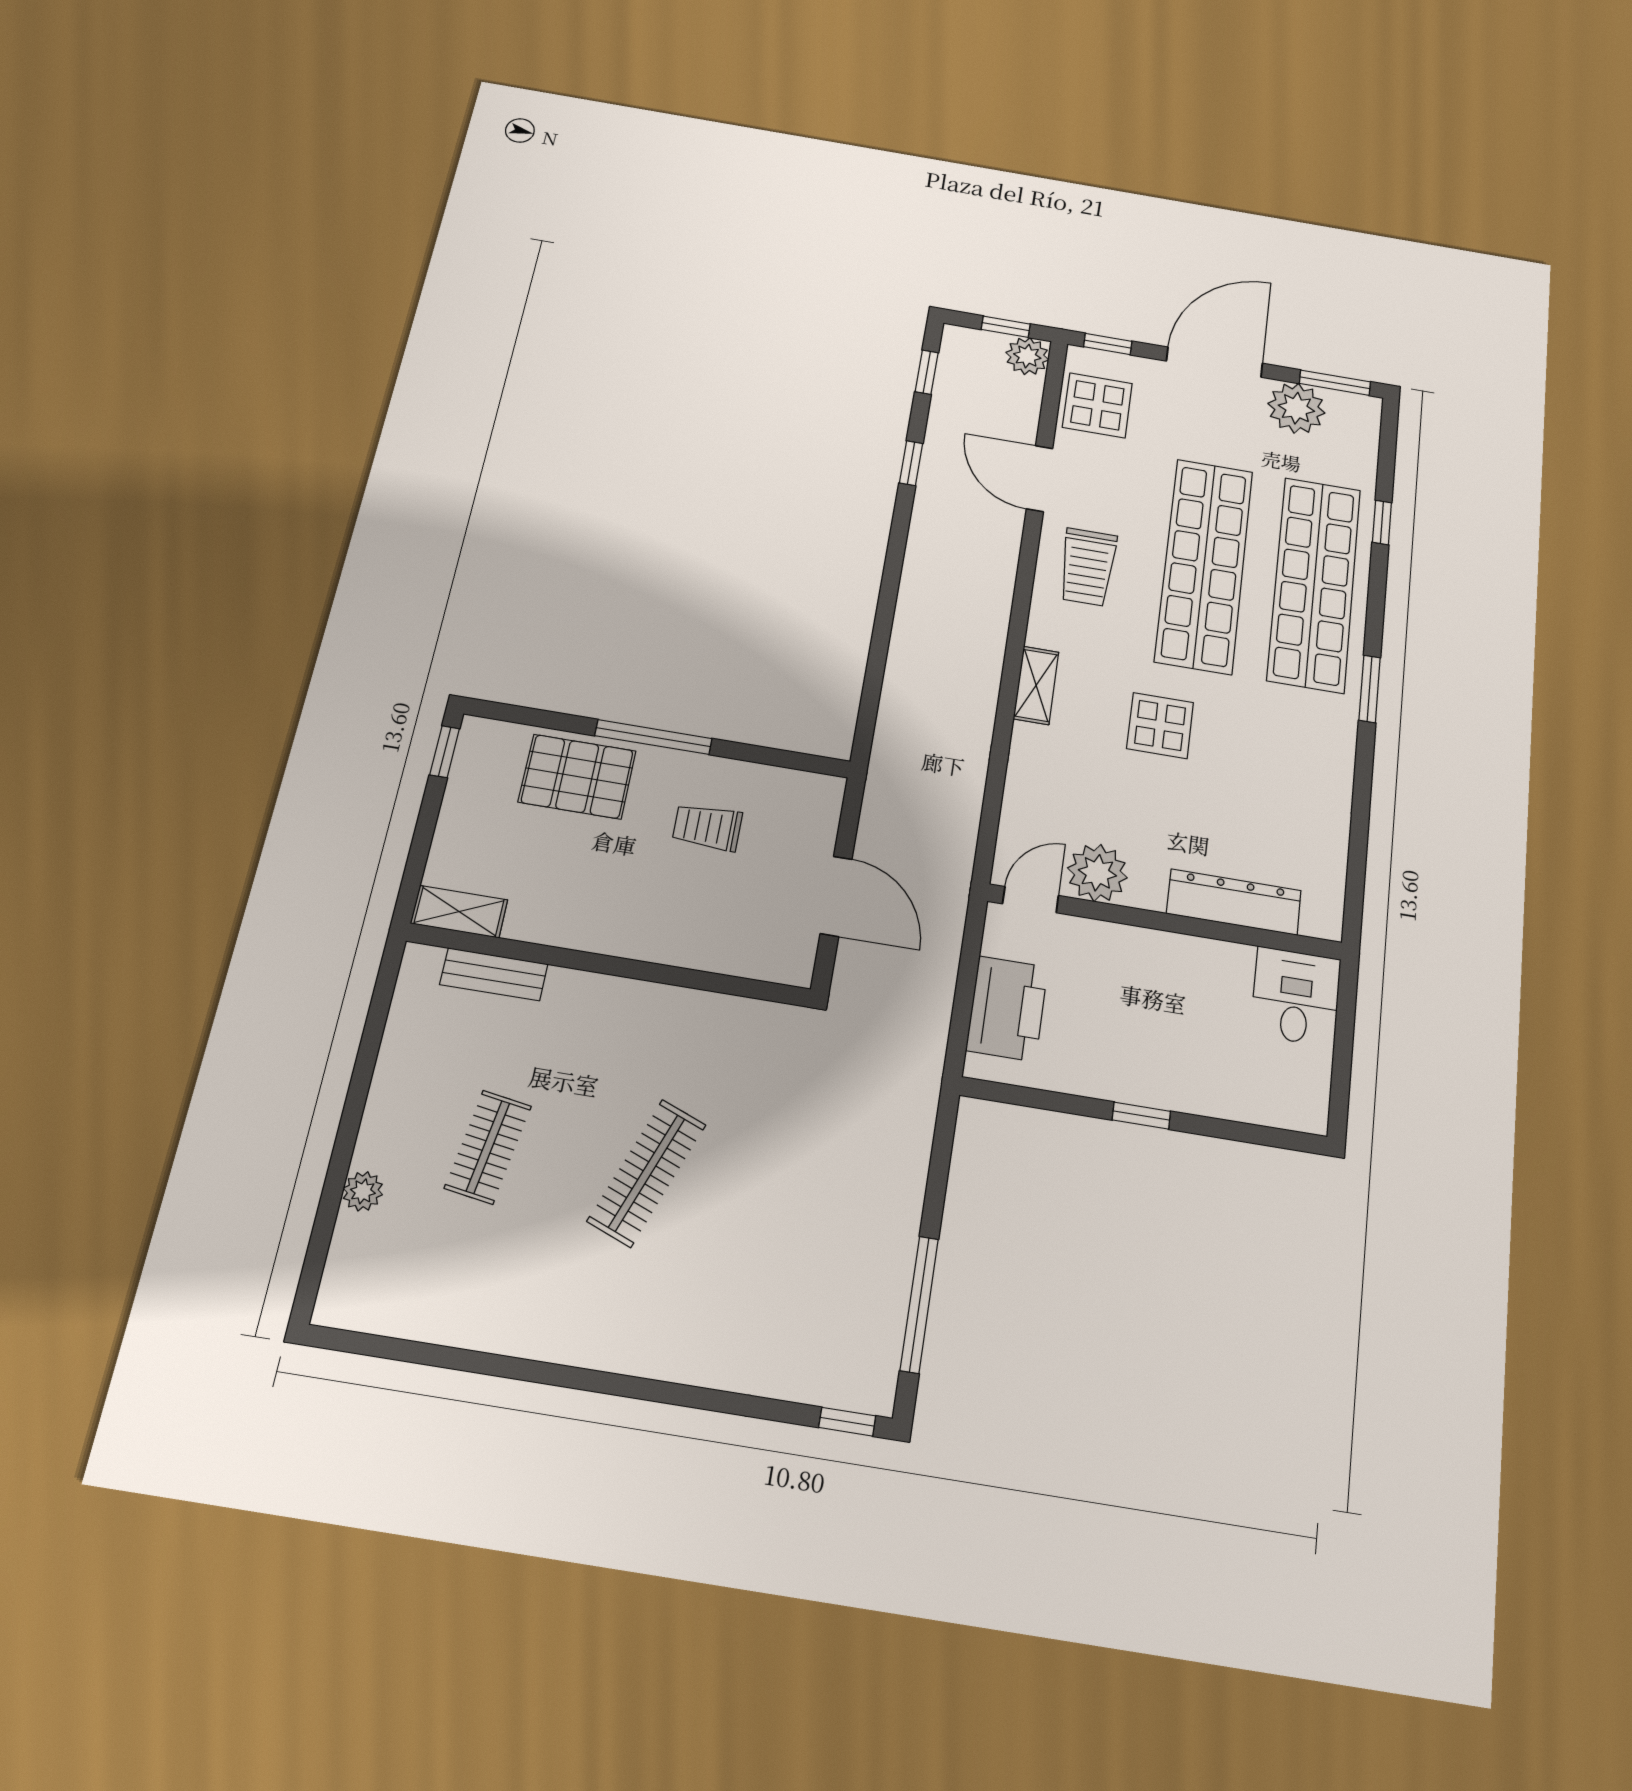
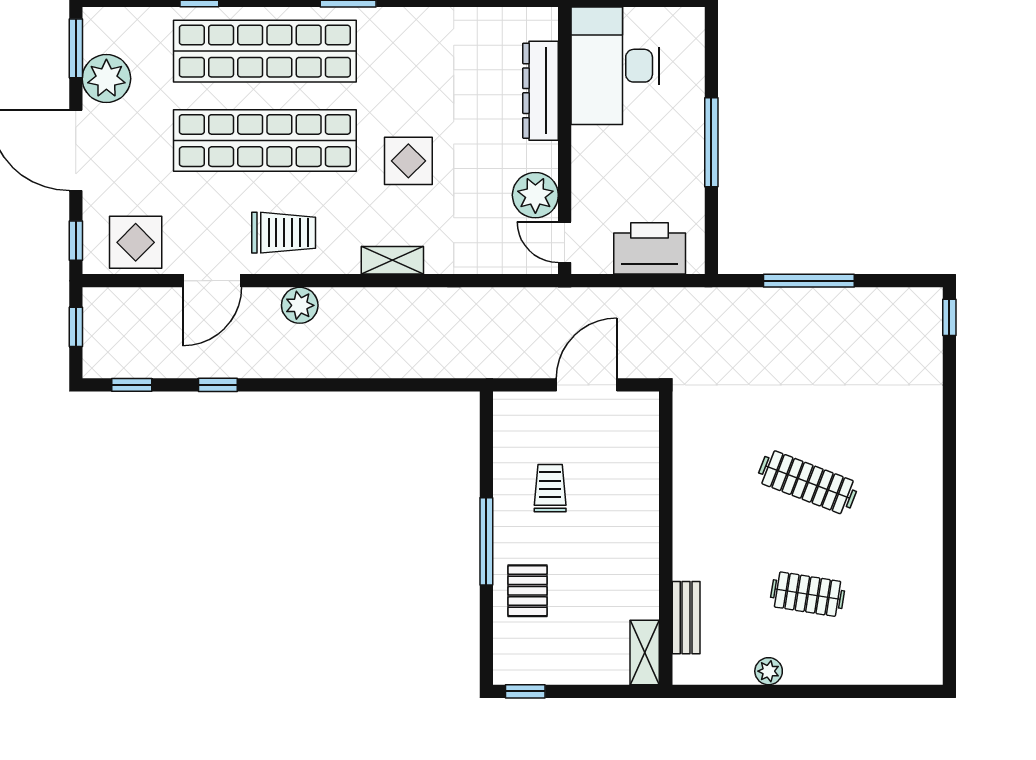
plant: (1027, 356) -> (300, 305), moved
pallet: (577, 777) -> (528, 591), width x0.67, depth x0.71
trolley: (707, 827) -> (550, 488), turned 180
desk: (1296, 997) -> (615, 66), width x1.87, depth x1.30
window: (1141, 1116) -> (711, 142), width x2.17
plant: (363, 1191) -> (769, 671), moved
window: (919, 1304) -> (809, 281), moved

